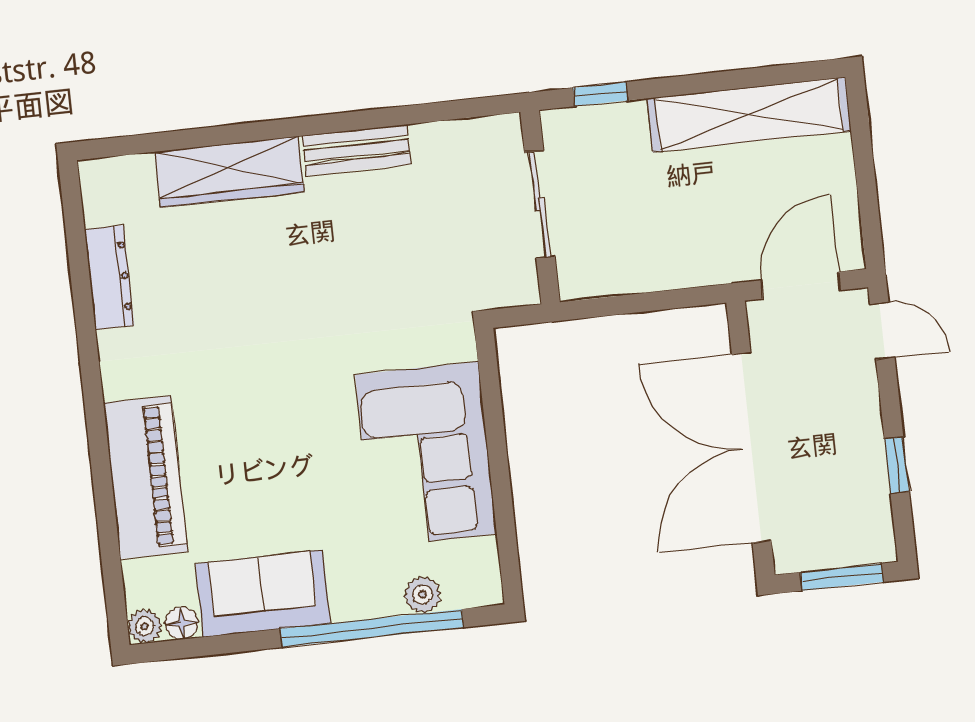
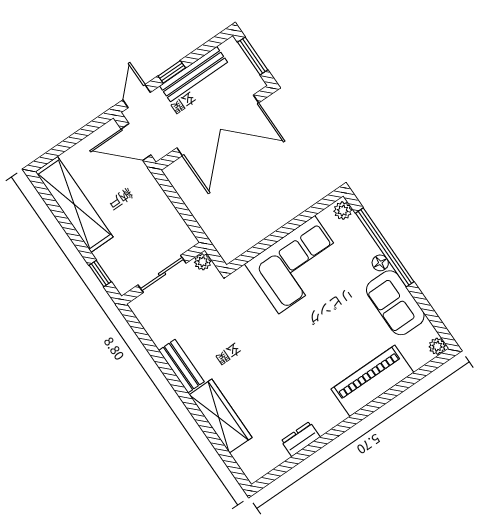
dresser: (109, 277) -> (301, 439), width x0.70
plant: (522, 289) -> (203, 262), added
bench: (867, 454) -> (194, 74), added
window: (897, 465) -> (172, 72), moved
plant: (423, 595) -> (343, 211), moved
floor lamp: (182, 623) -> (380, 263), moved

